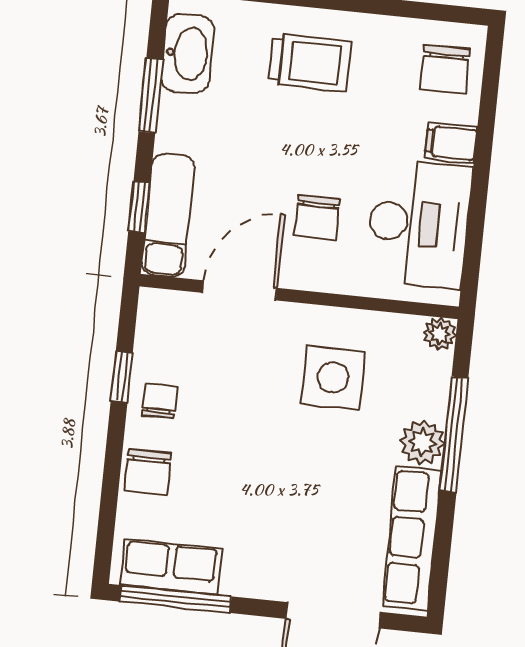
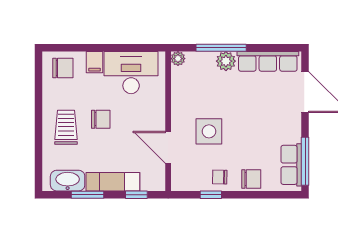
exam couch: (168, 215) -> (113, 182), moved
chair: (317, 217) -> (101, 119), moved
side table: (333, 378) -> (209, 131), moved

